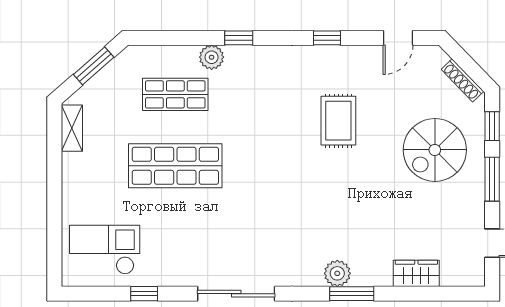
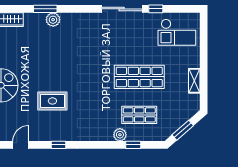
window: (239, 38) -> (133, 145), moved
rug: (338, 121) -> (52, 101), turned 90
shelving: (72, 128) -> (194, 81), moved
sliding door: (236, 294) -> (122, 9), moved

